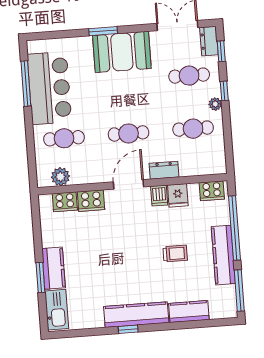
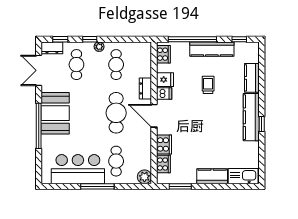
window: (103, 31) -> (39, 126), width x2.11
window: (26, 84) -> (97, 186), moved
cafe table: (129, 133) -> (116, 113), width x1.37, depth x1.35
plant: (60, 177) -> (144, 177), moved
window: (40, 277) -> (180, 186), moved
window: (239, 291) -> (239, 39), width x0.46

